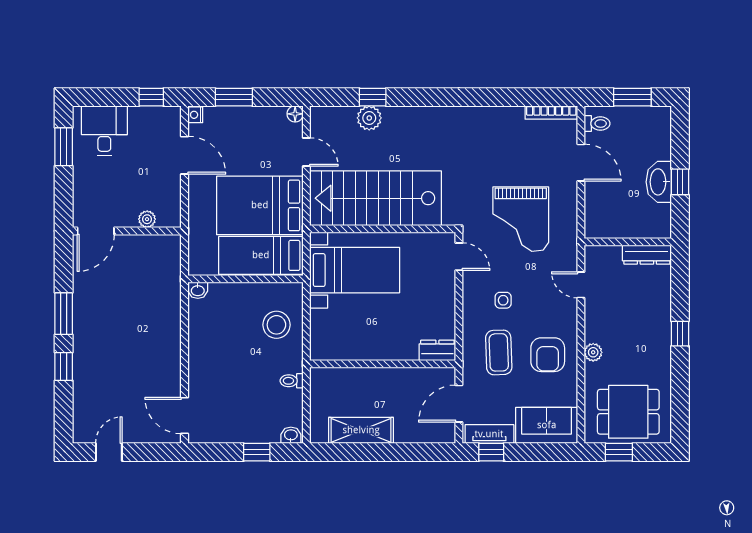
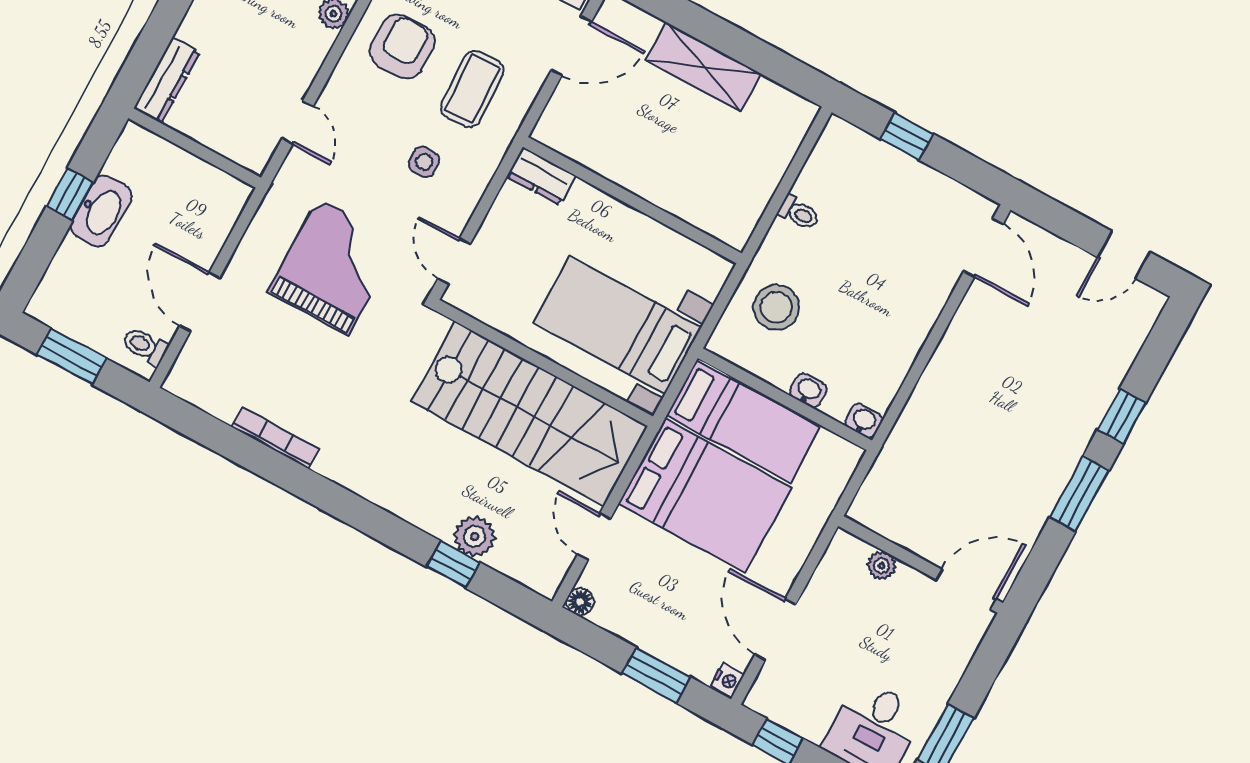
bookcase: (551, 113) -> (275, 438), moved
dresser: (647, 255) -> (167, 80), moved, turned 90
dresser: (437, 350) -> (541, 176), moved
wall: (383, 364) -> (632, 200), moved
shelving: (361, 430) -> (703, 67), moved
washbasin: (291, 435) -> (808, 391), moved, turned 180

